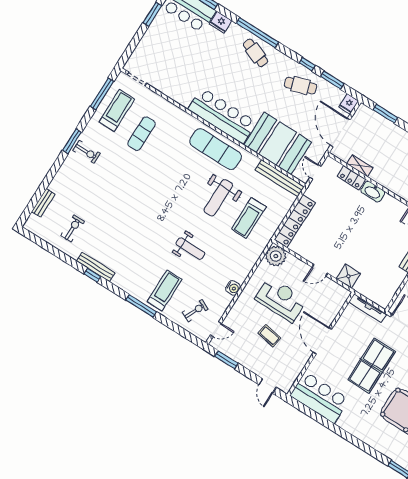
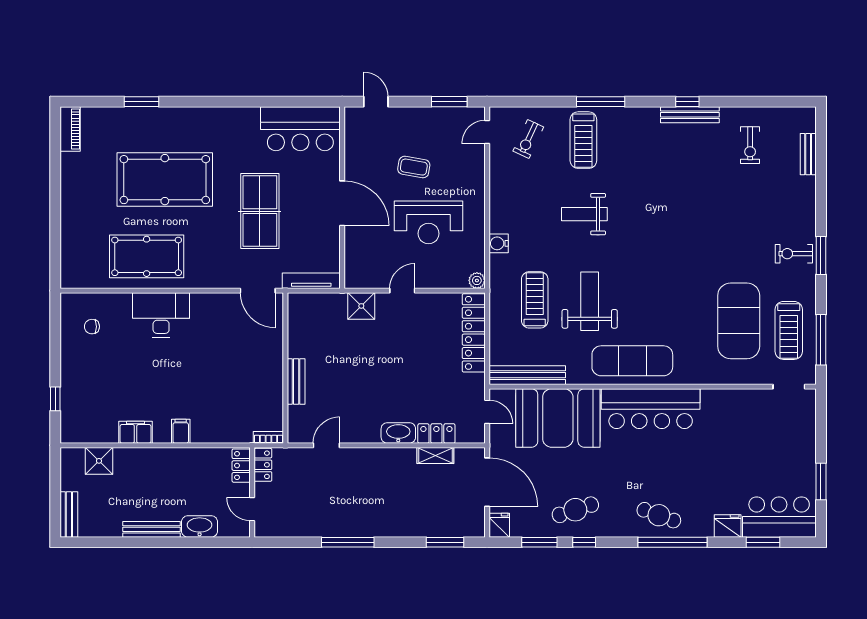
exercise mat: (141, 134) -> (739, 321), width x2.00, depth x1.45
plant: (276, 256) -> (477, 280), width x0.53, depth x0.53
water cooler: (233, 288) -> (499, 243), moved

